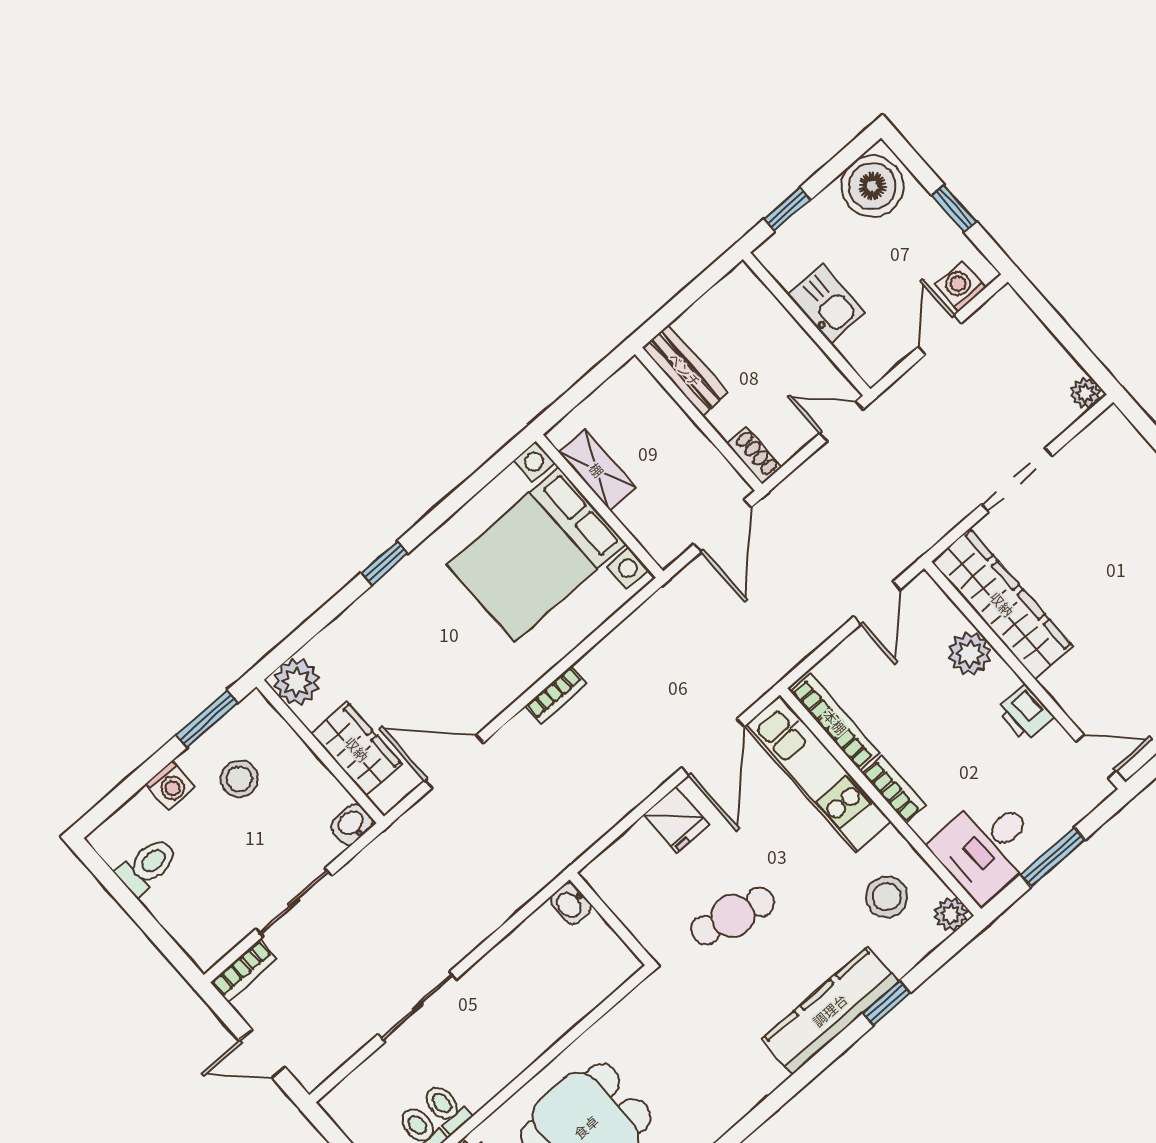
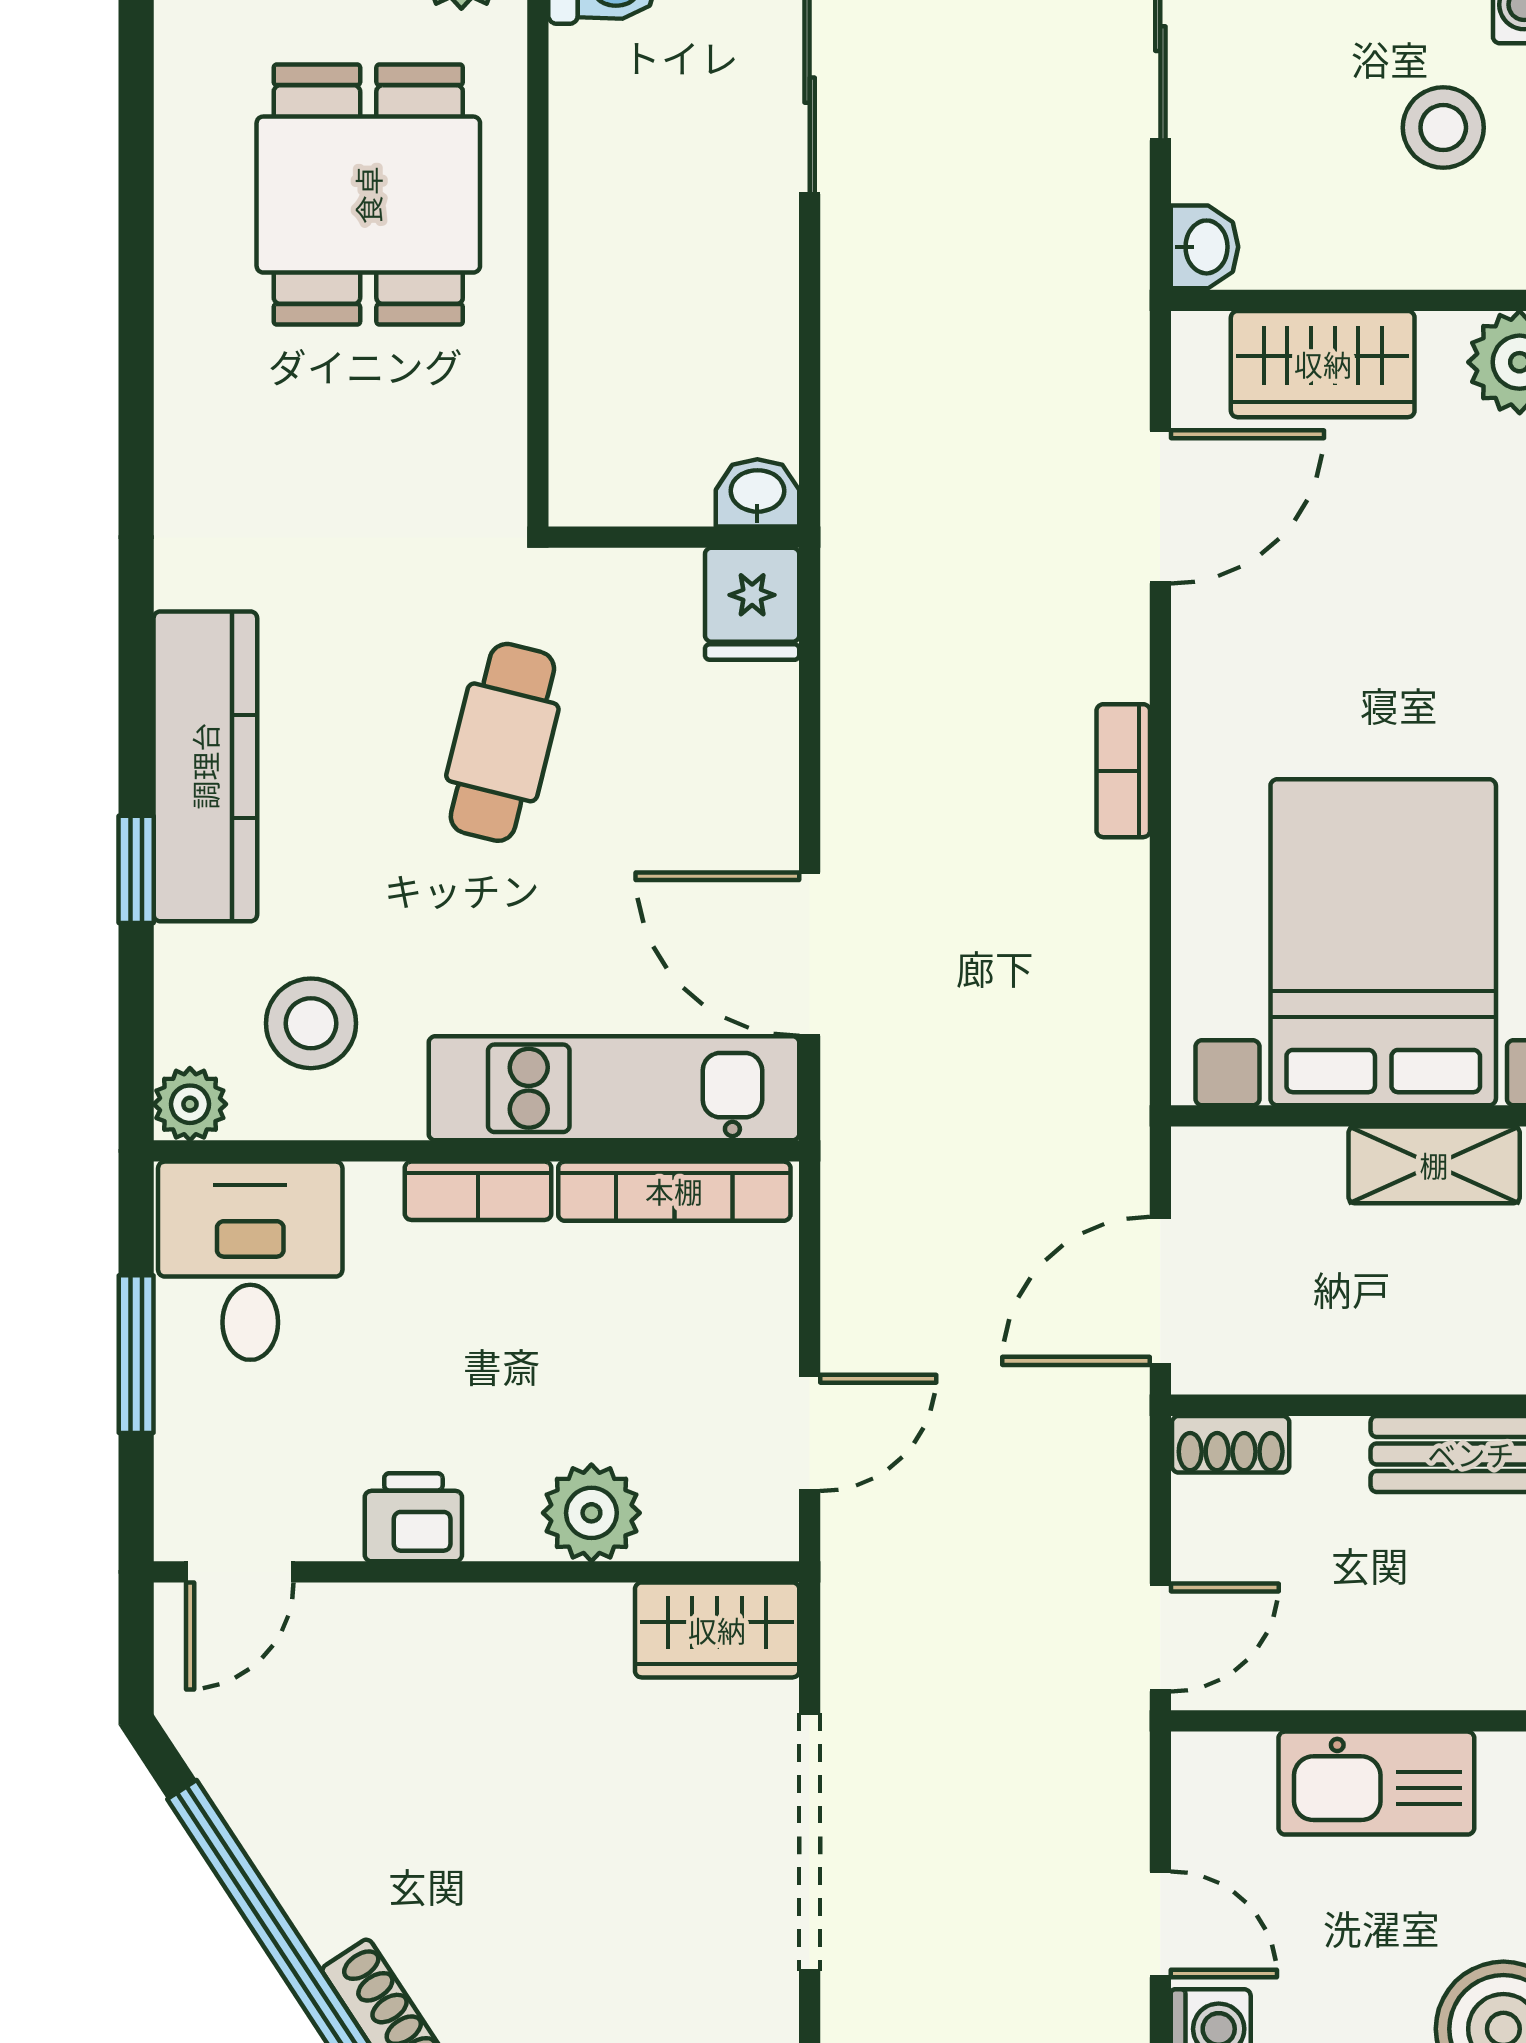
kitchen sink: (826, 304) -> (1376, 1783), width x1.38
doorway: (1017, 480) -> (810, 1842), width x1.36
door: (723, 526) -> (1160, 1291), hinge flipped
door: (877, 603) -> (810, 1433), swing flipped
wardrobe: (1002, 604) -> (717, 1630), width x0.48, depth x0.85
fridge: (676, 820) -> (752, 604), moved, turned -90

